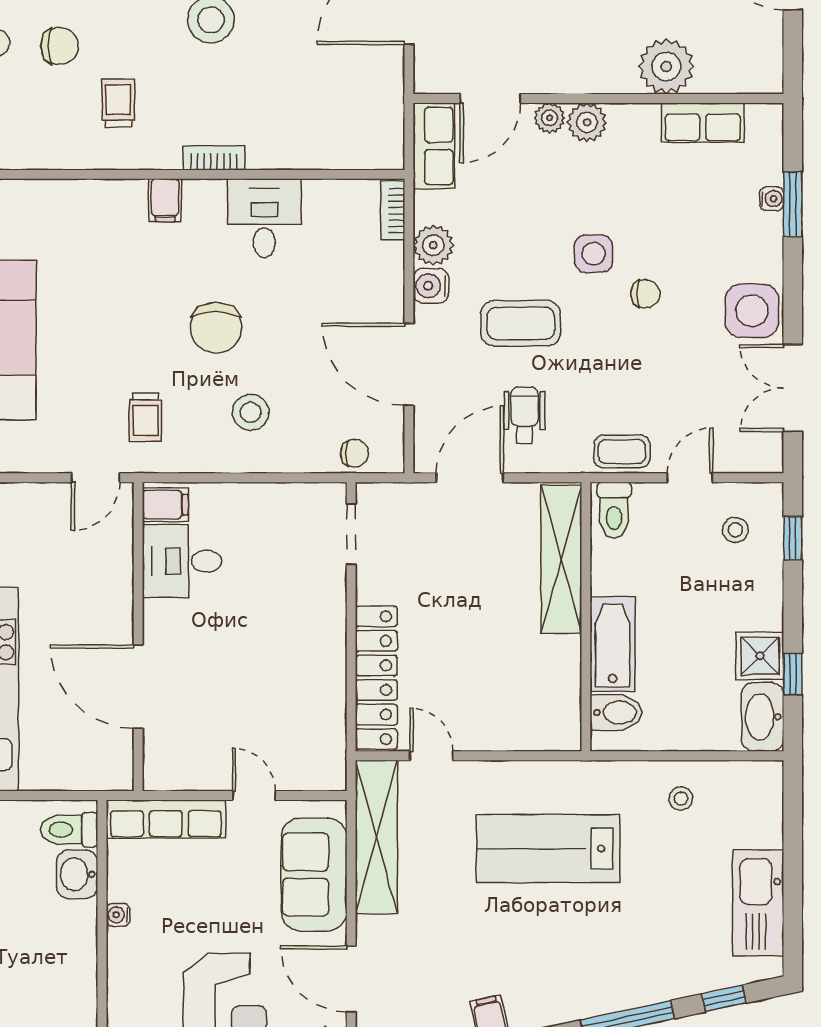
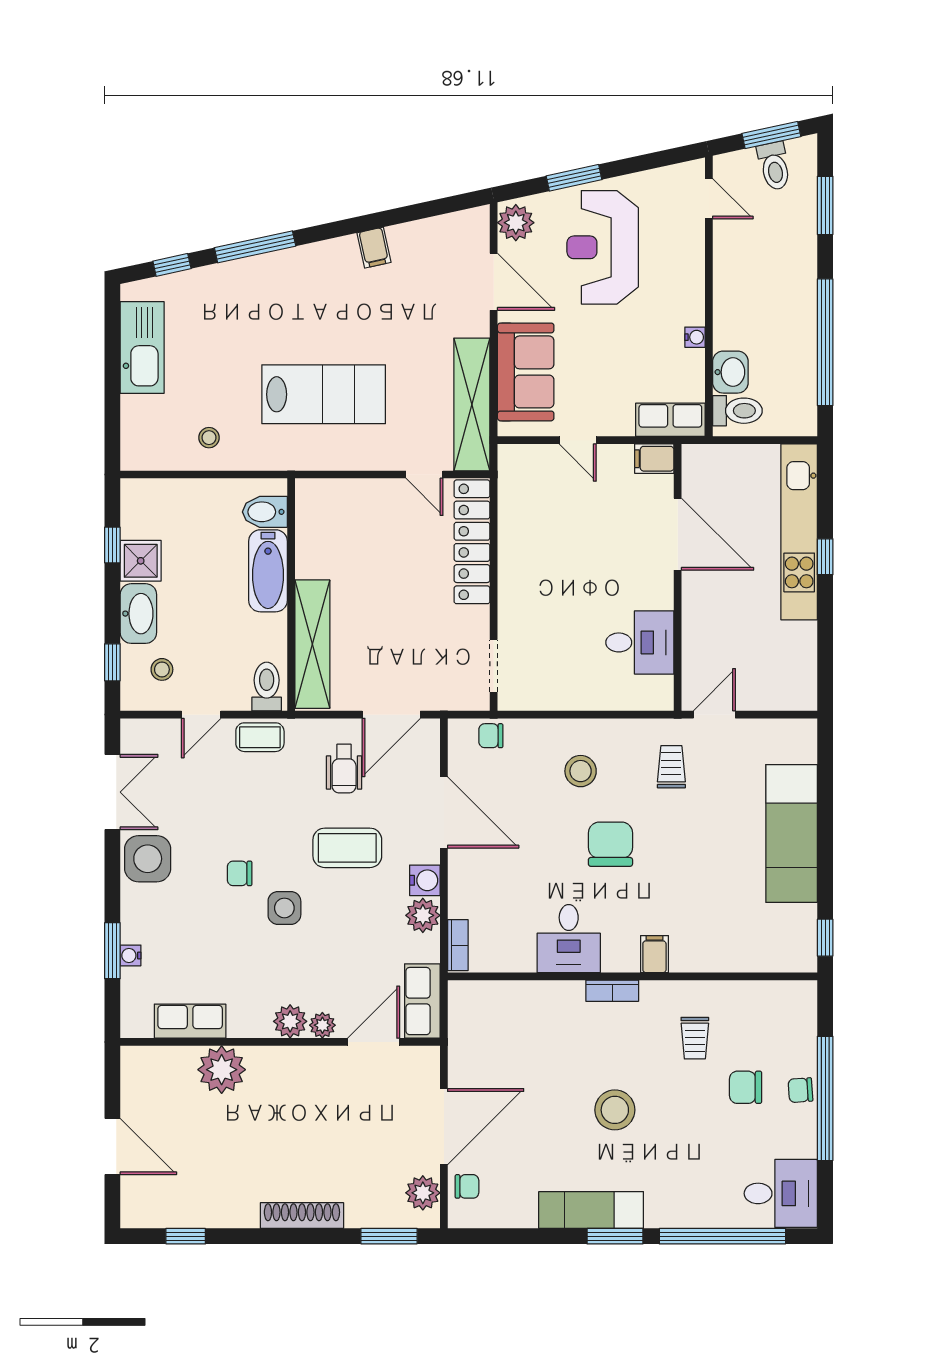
filing cabinet: (165, 505) -> (654, 459), moved
washbasin: (763, 717) -> (138, 614), moved
row of seats: (166, 819) -> (670, 420), width x0.68

